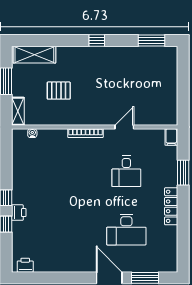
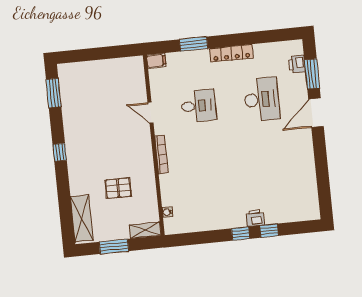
pallet: (59, 91) -> (118, 188), turned 90
printer: (25, 265) -> (297, 64), moved

